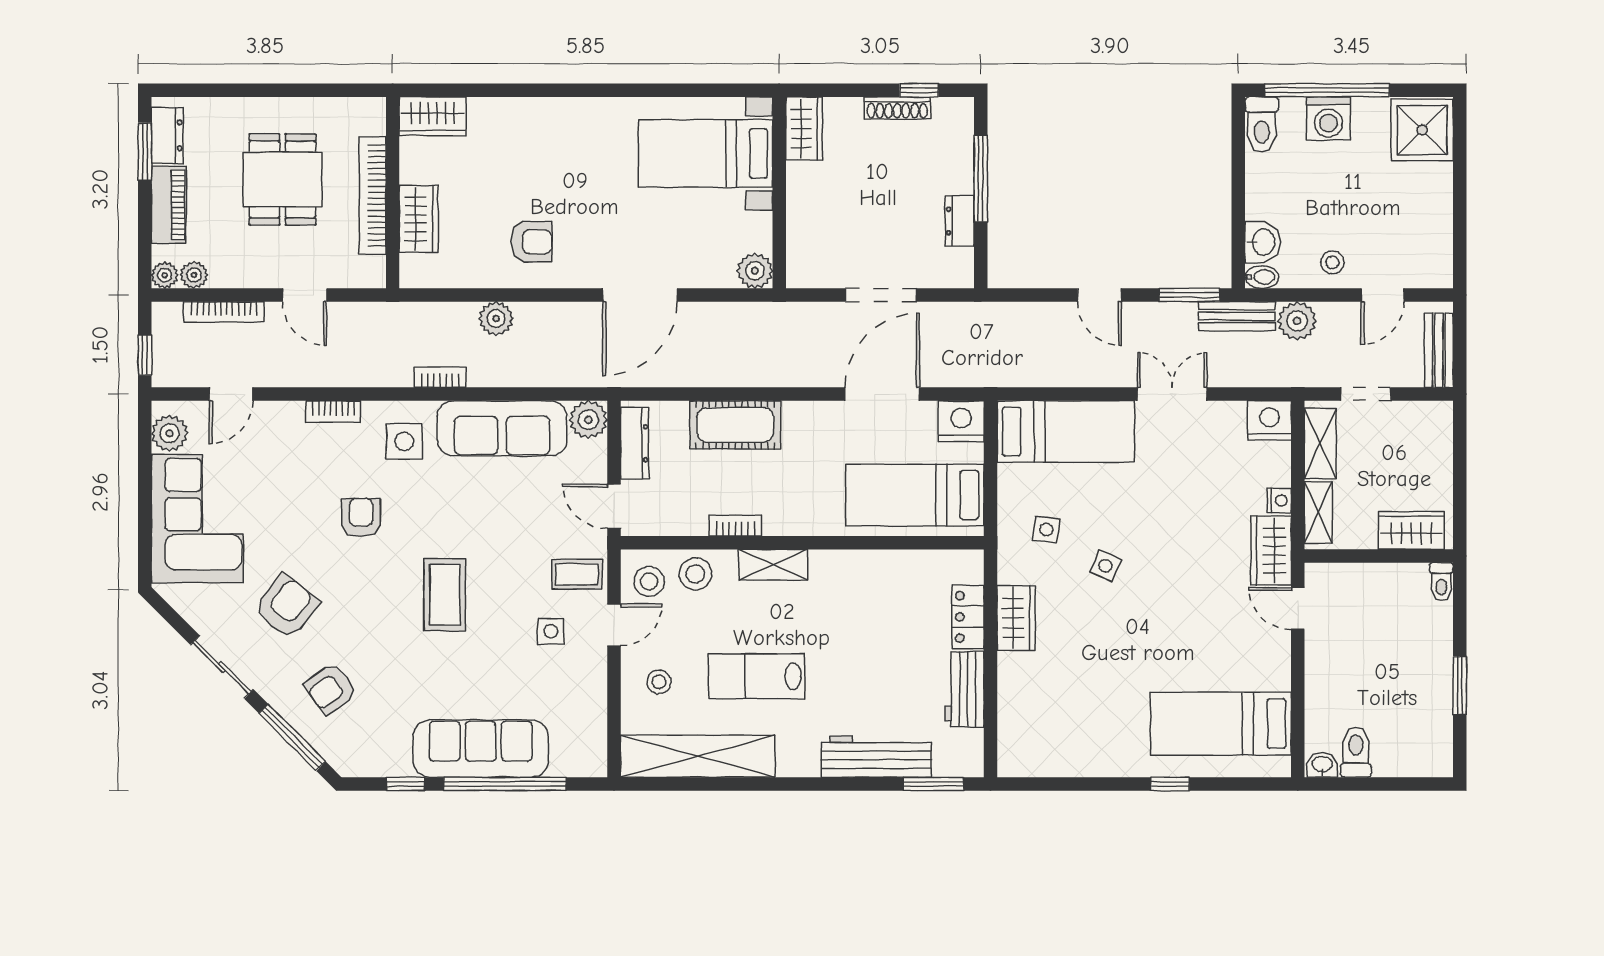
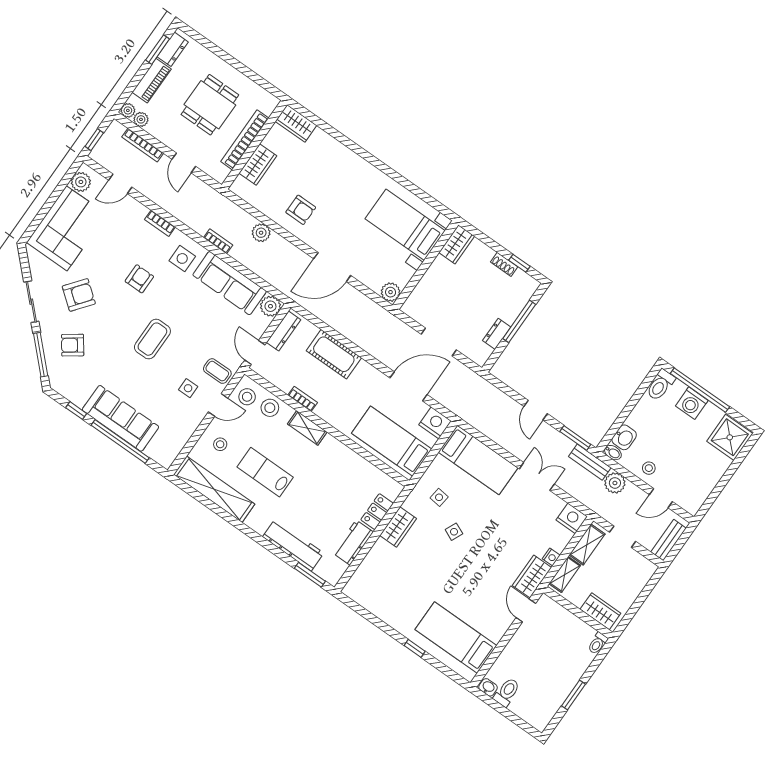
shoe rack: (897, 108) -> (504, 264), width x0.70

